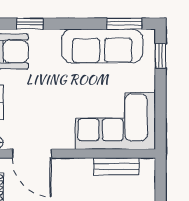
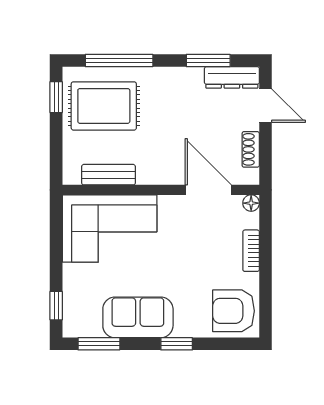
window: (30, 24) -> (177, 344), moved
sofa: (102, 46) -> (138, 317), width x0.73

